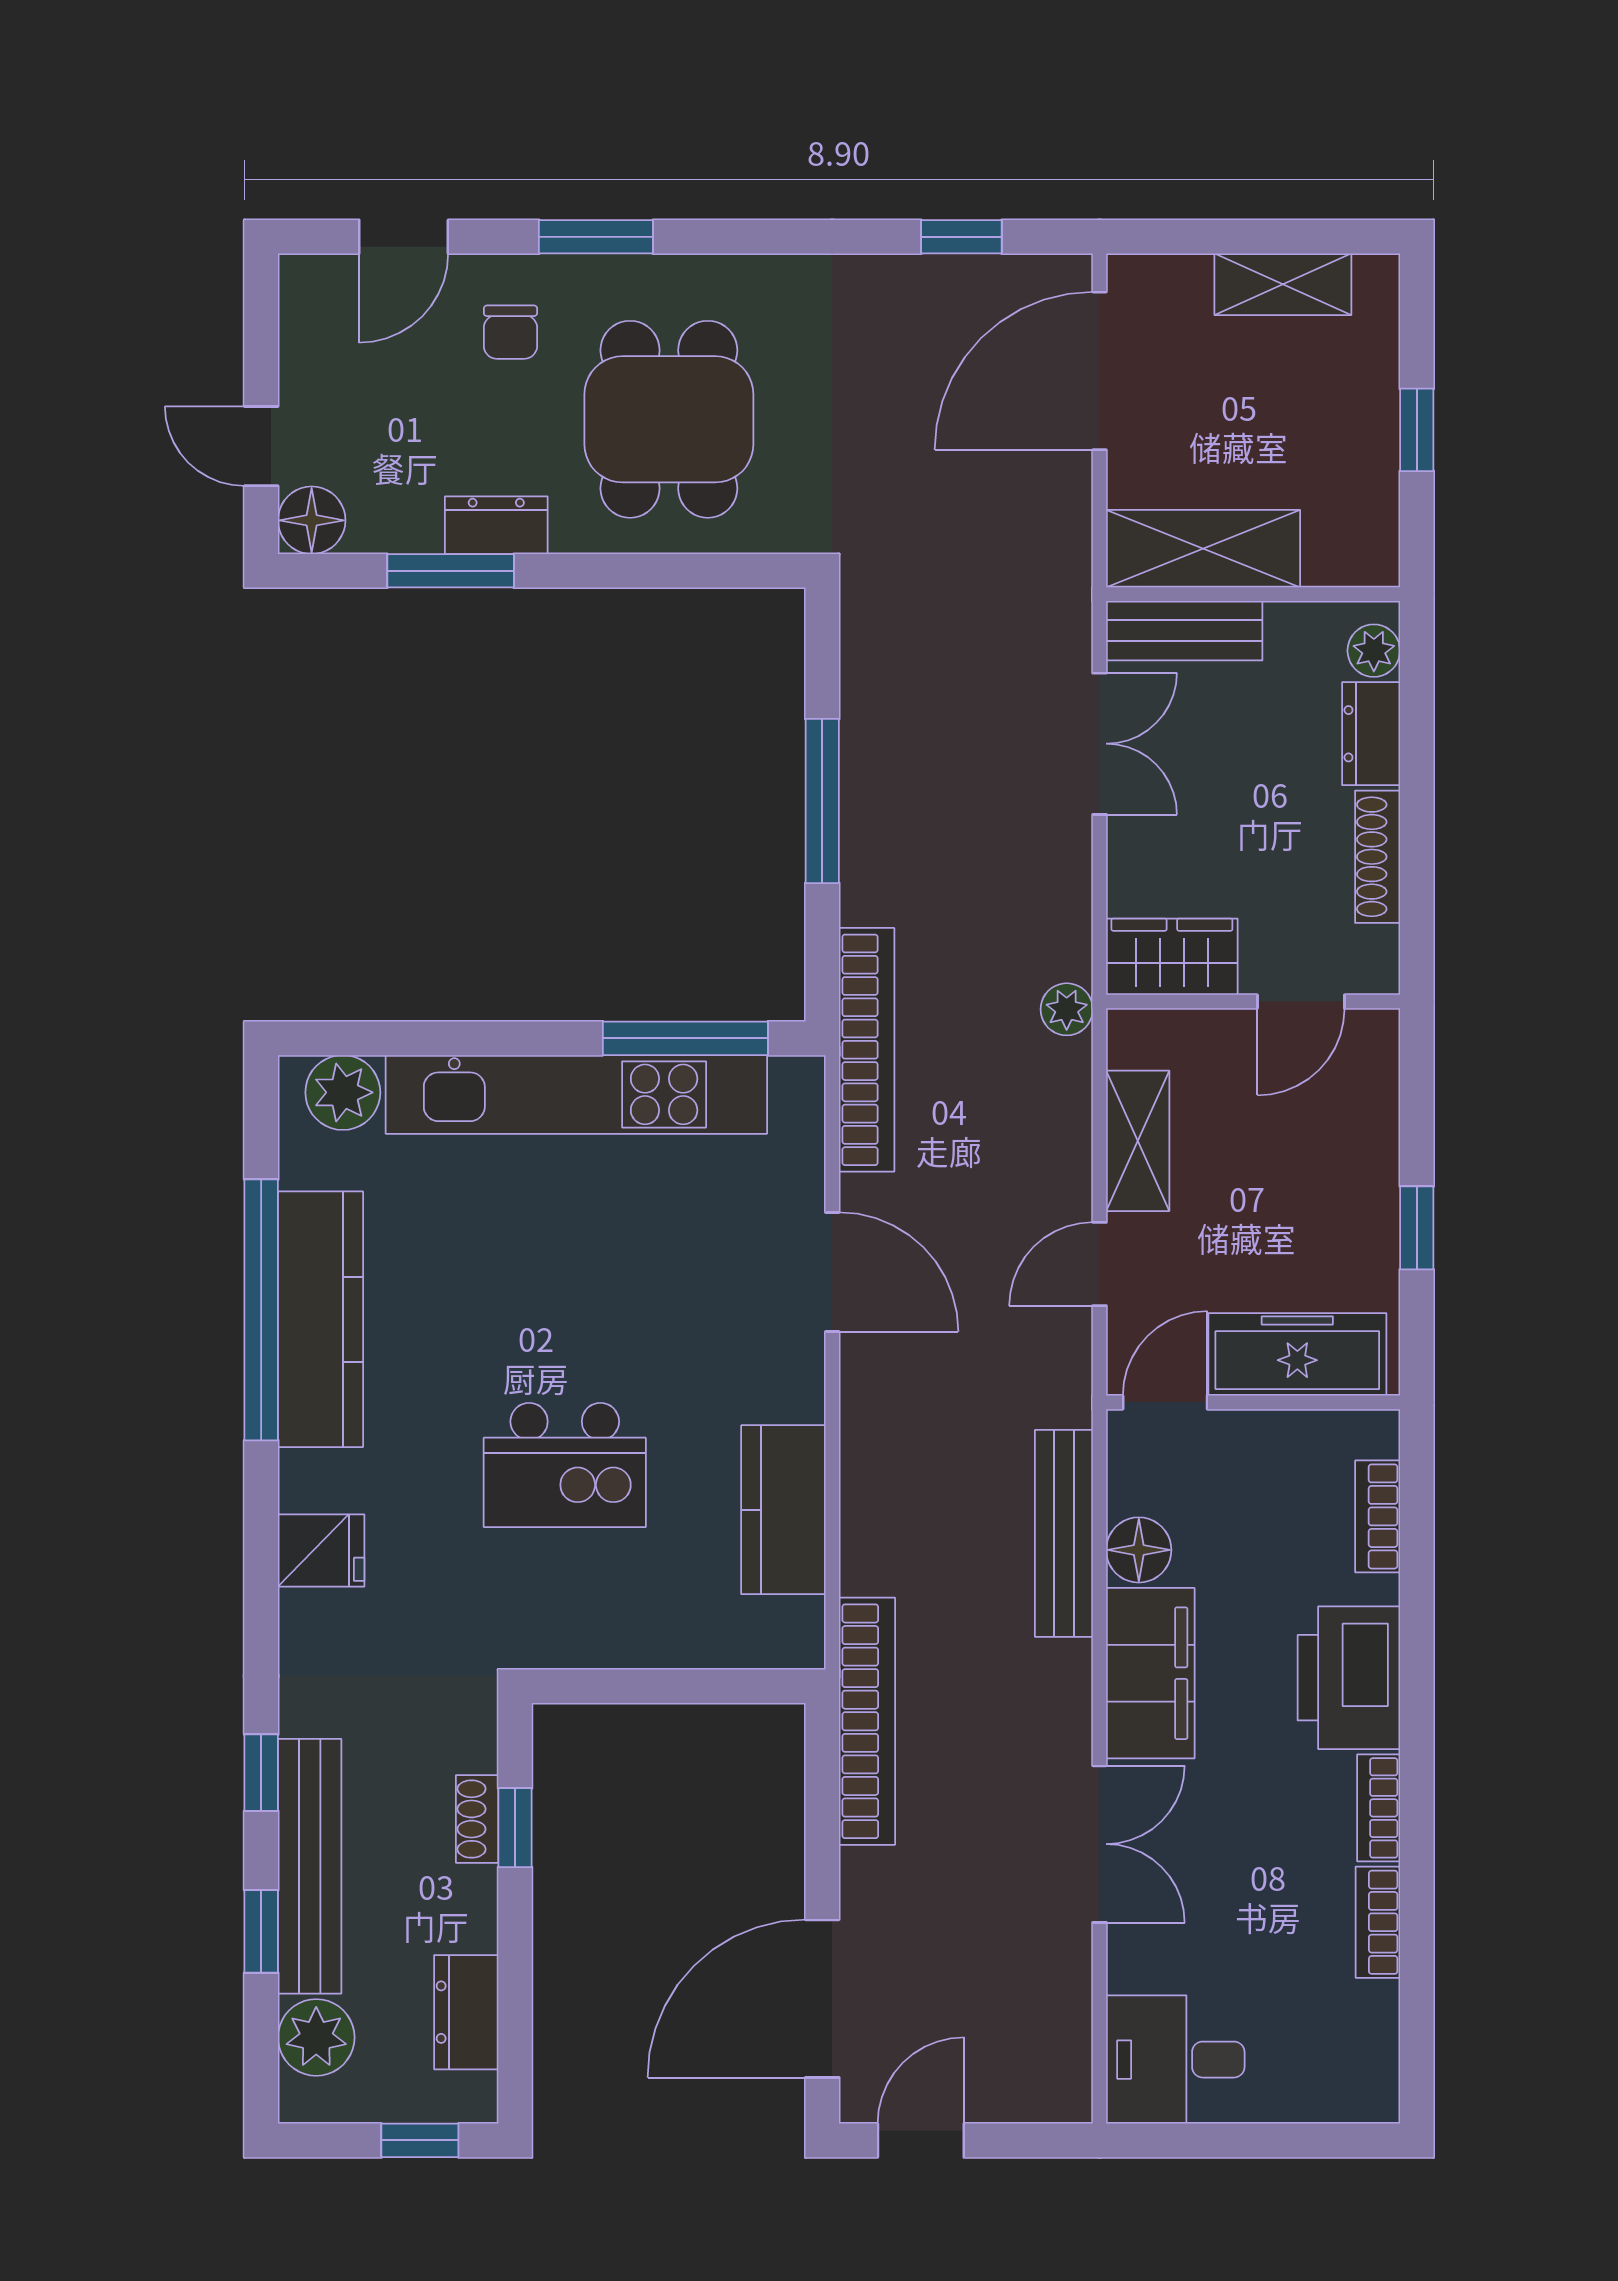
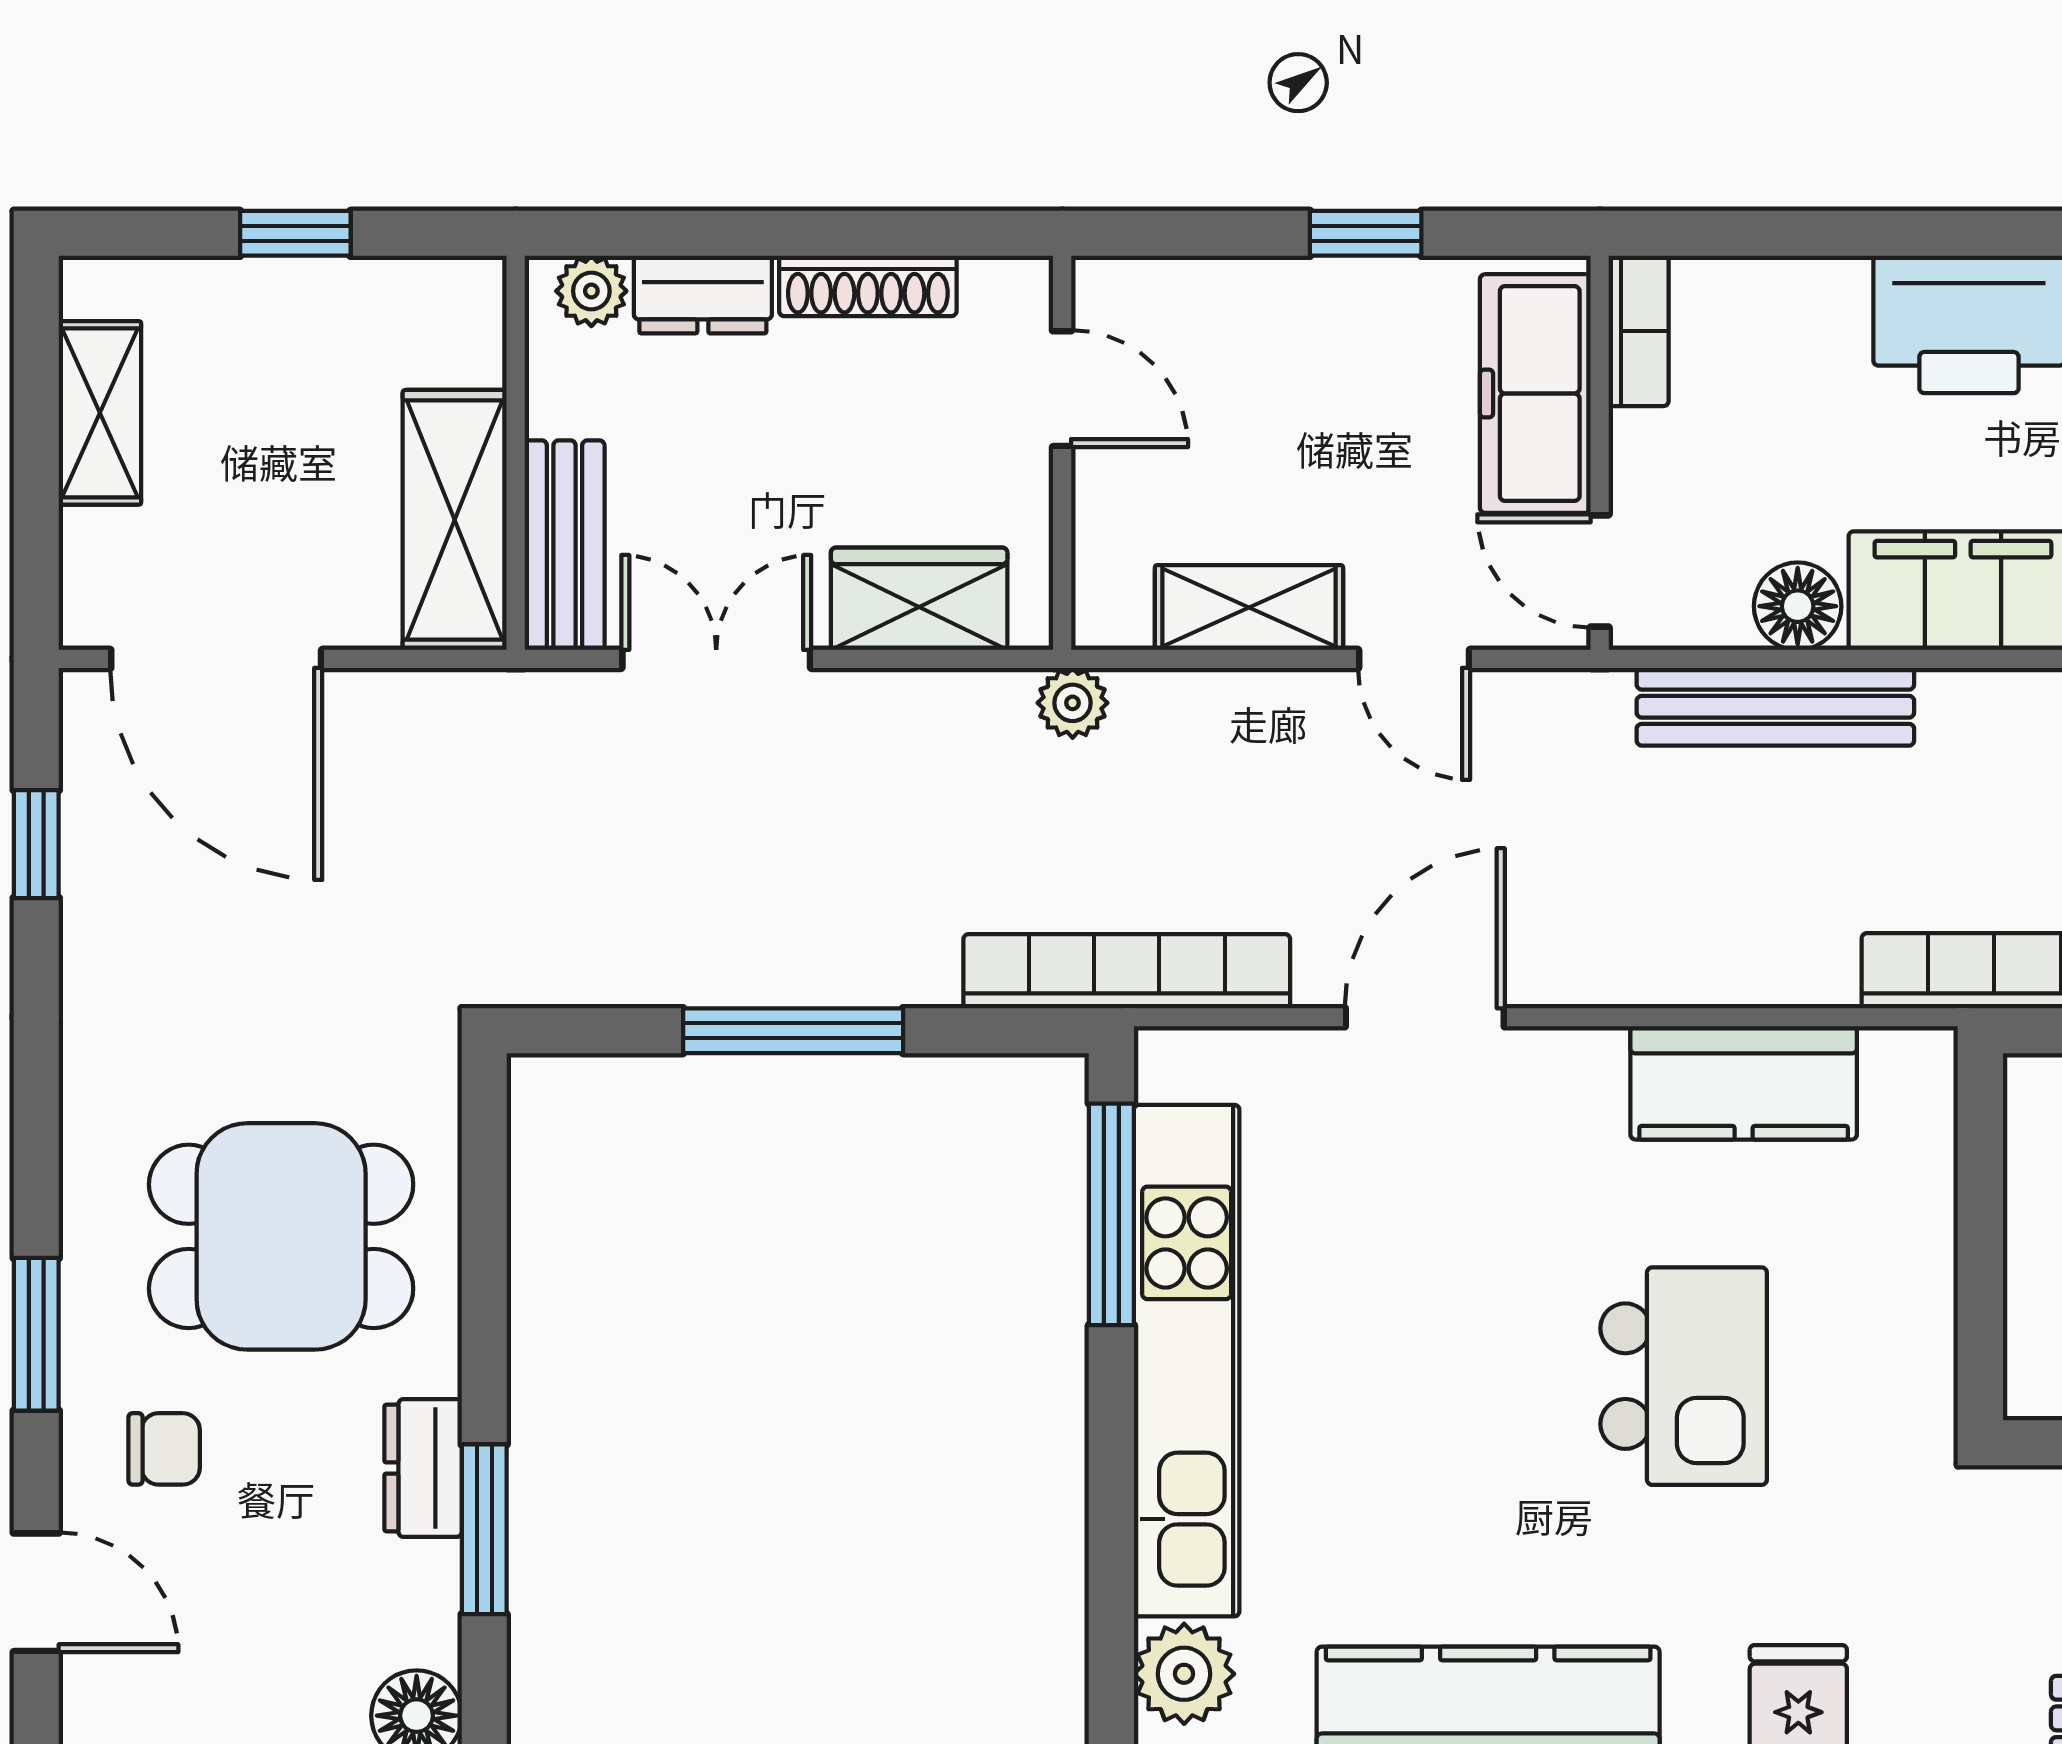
wardrobe: (1172, 957) -> (919, 599), moved, turned 90
bookcase: (1378, 1516) -> (1639, 331), moved, turned -90

